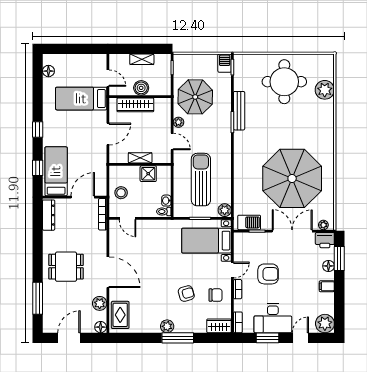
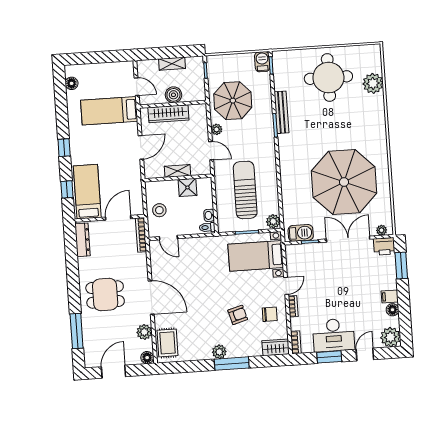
floor lamp: (328, 266) -> (393, 310), moved
armchair: (268, 274) -> (325, 287), removed

